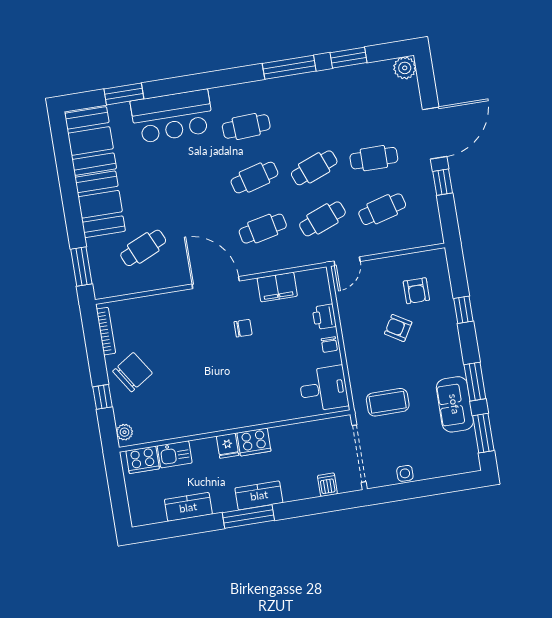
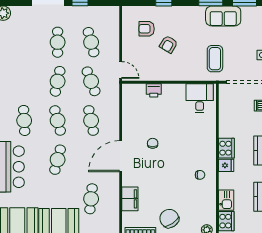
cafe table: (314, 168) -> (58, 81), turned 33
cafe table: (195, 187) -> (58, 160), added
cafe table: (143, 248) -> (91, 199), turned 30
filing cabinet: (277, 287) -> (130, 199), moved
armchair: (416, 291) -> (147, 29), turned 180
chair: (329, 345) -> (200, 175), moved

